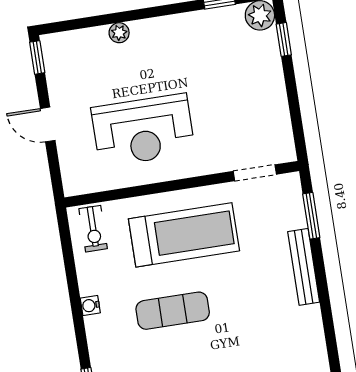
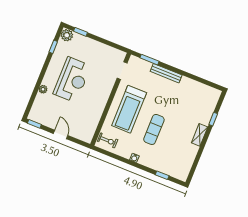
door: (48, 124) -> (61, 134), swing flipped
reception desk: (143, 130) -> (72, 80), moved
treadmill: (184, 235) -> (129, 109), turned 180

